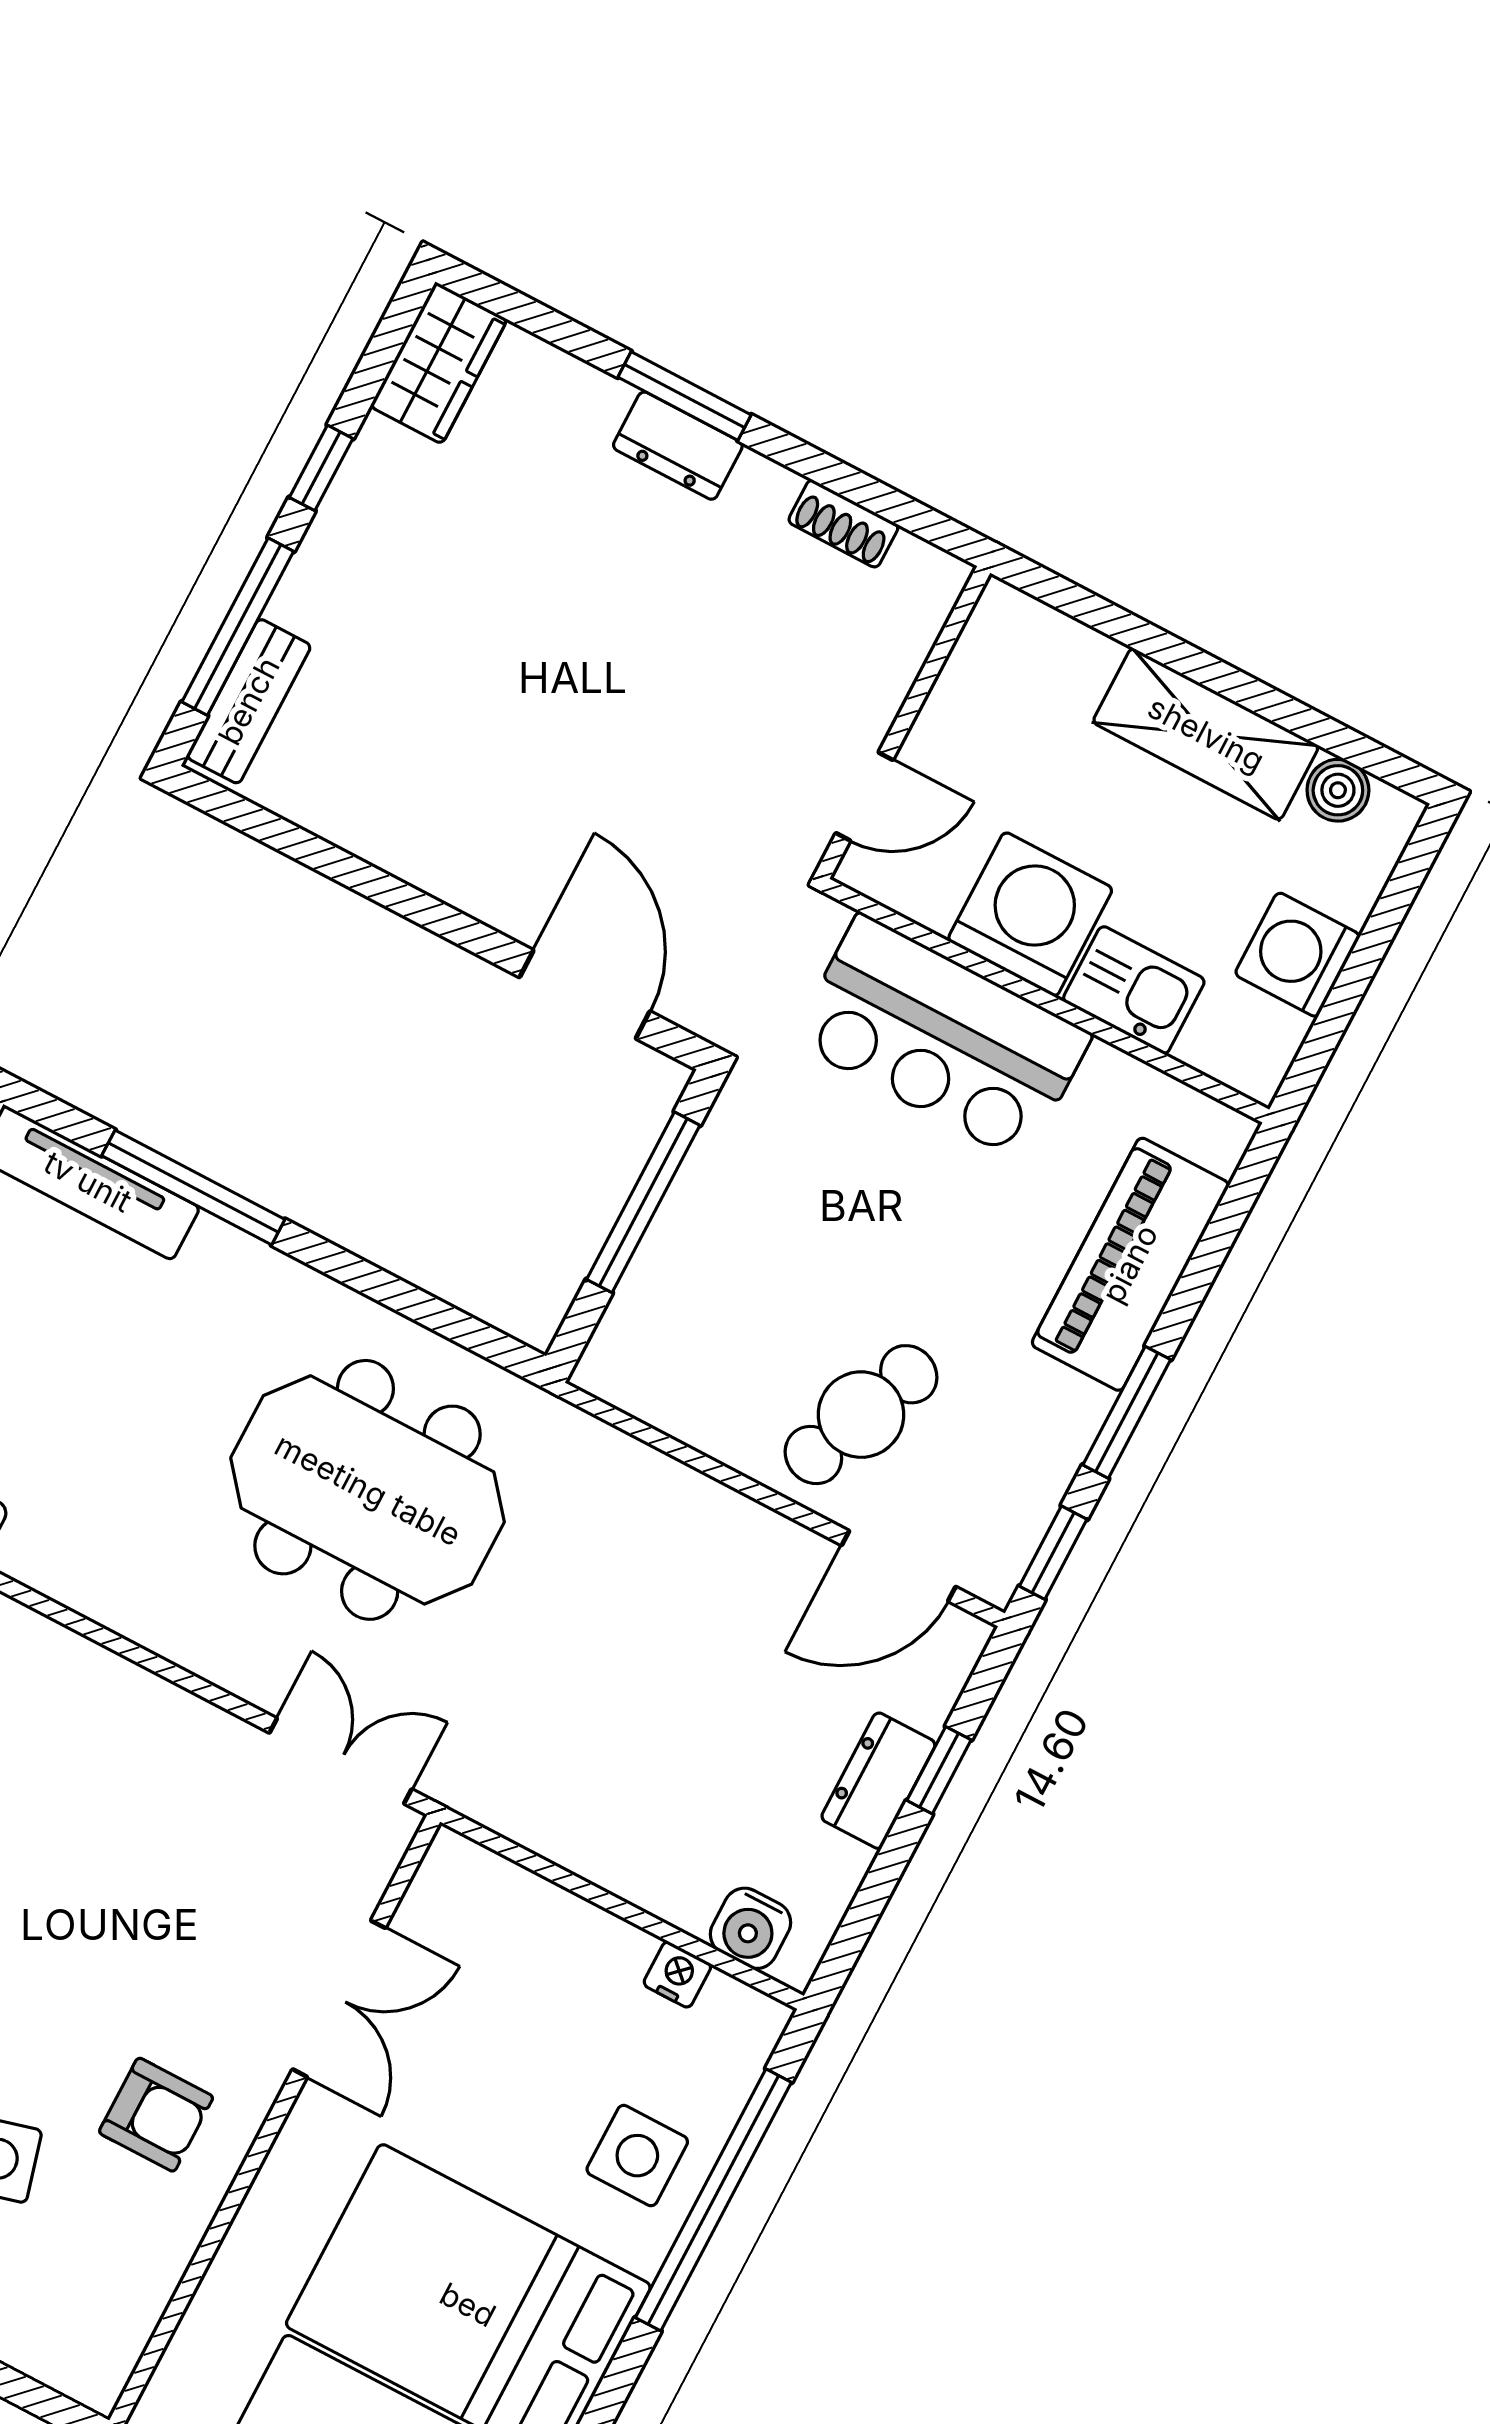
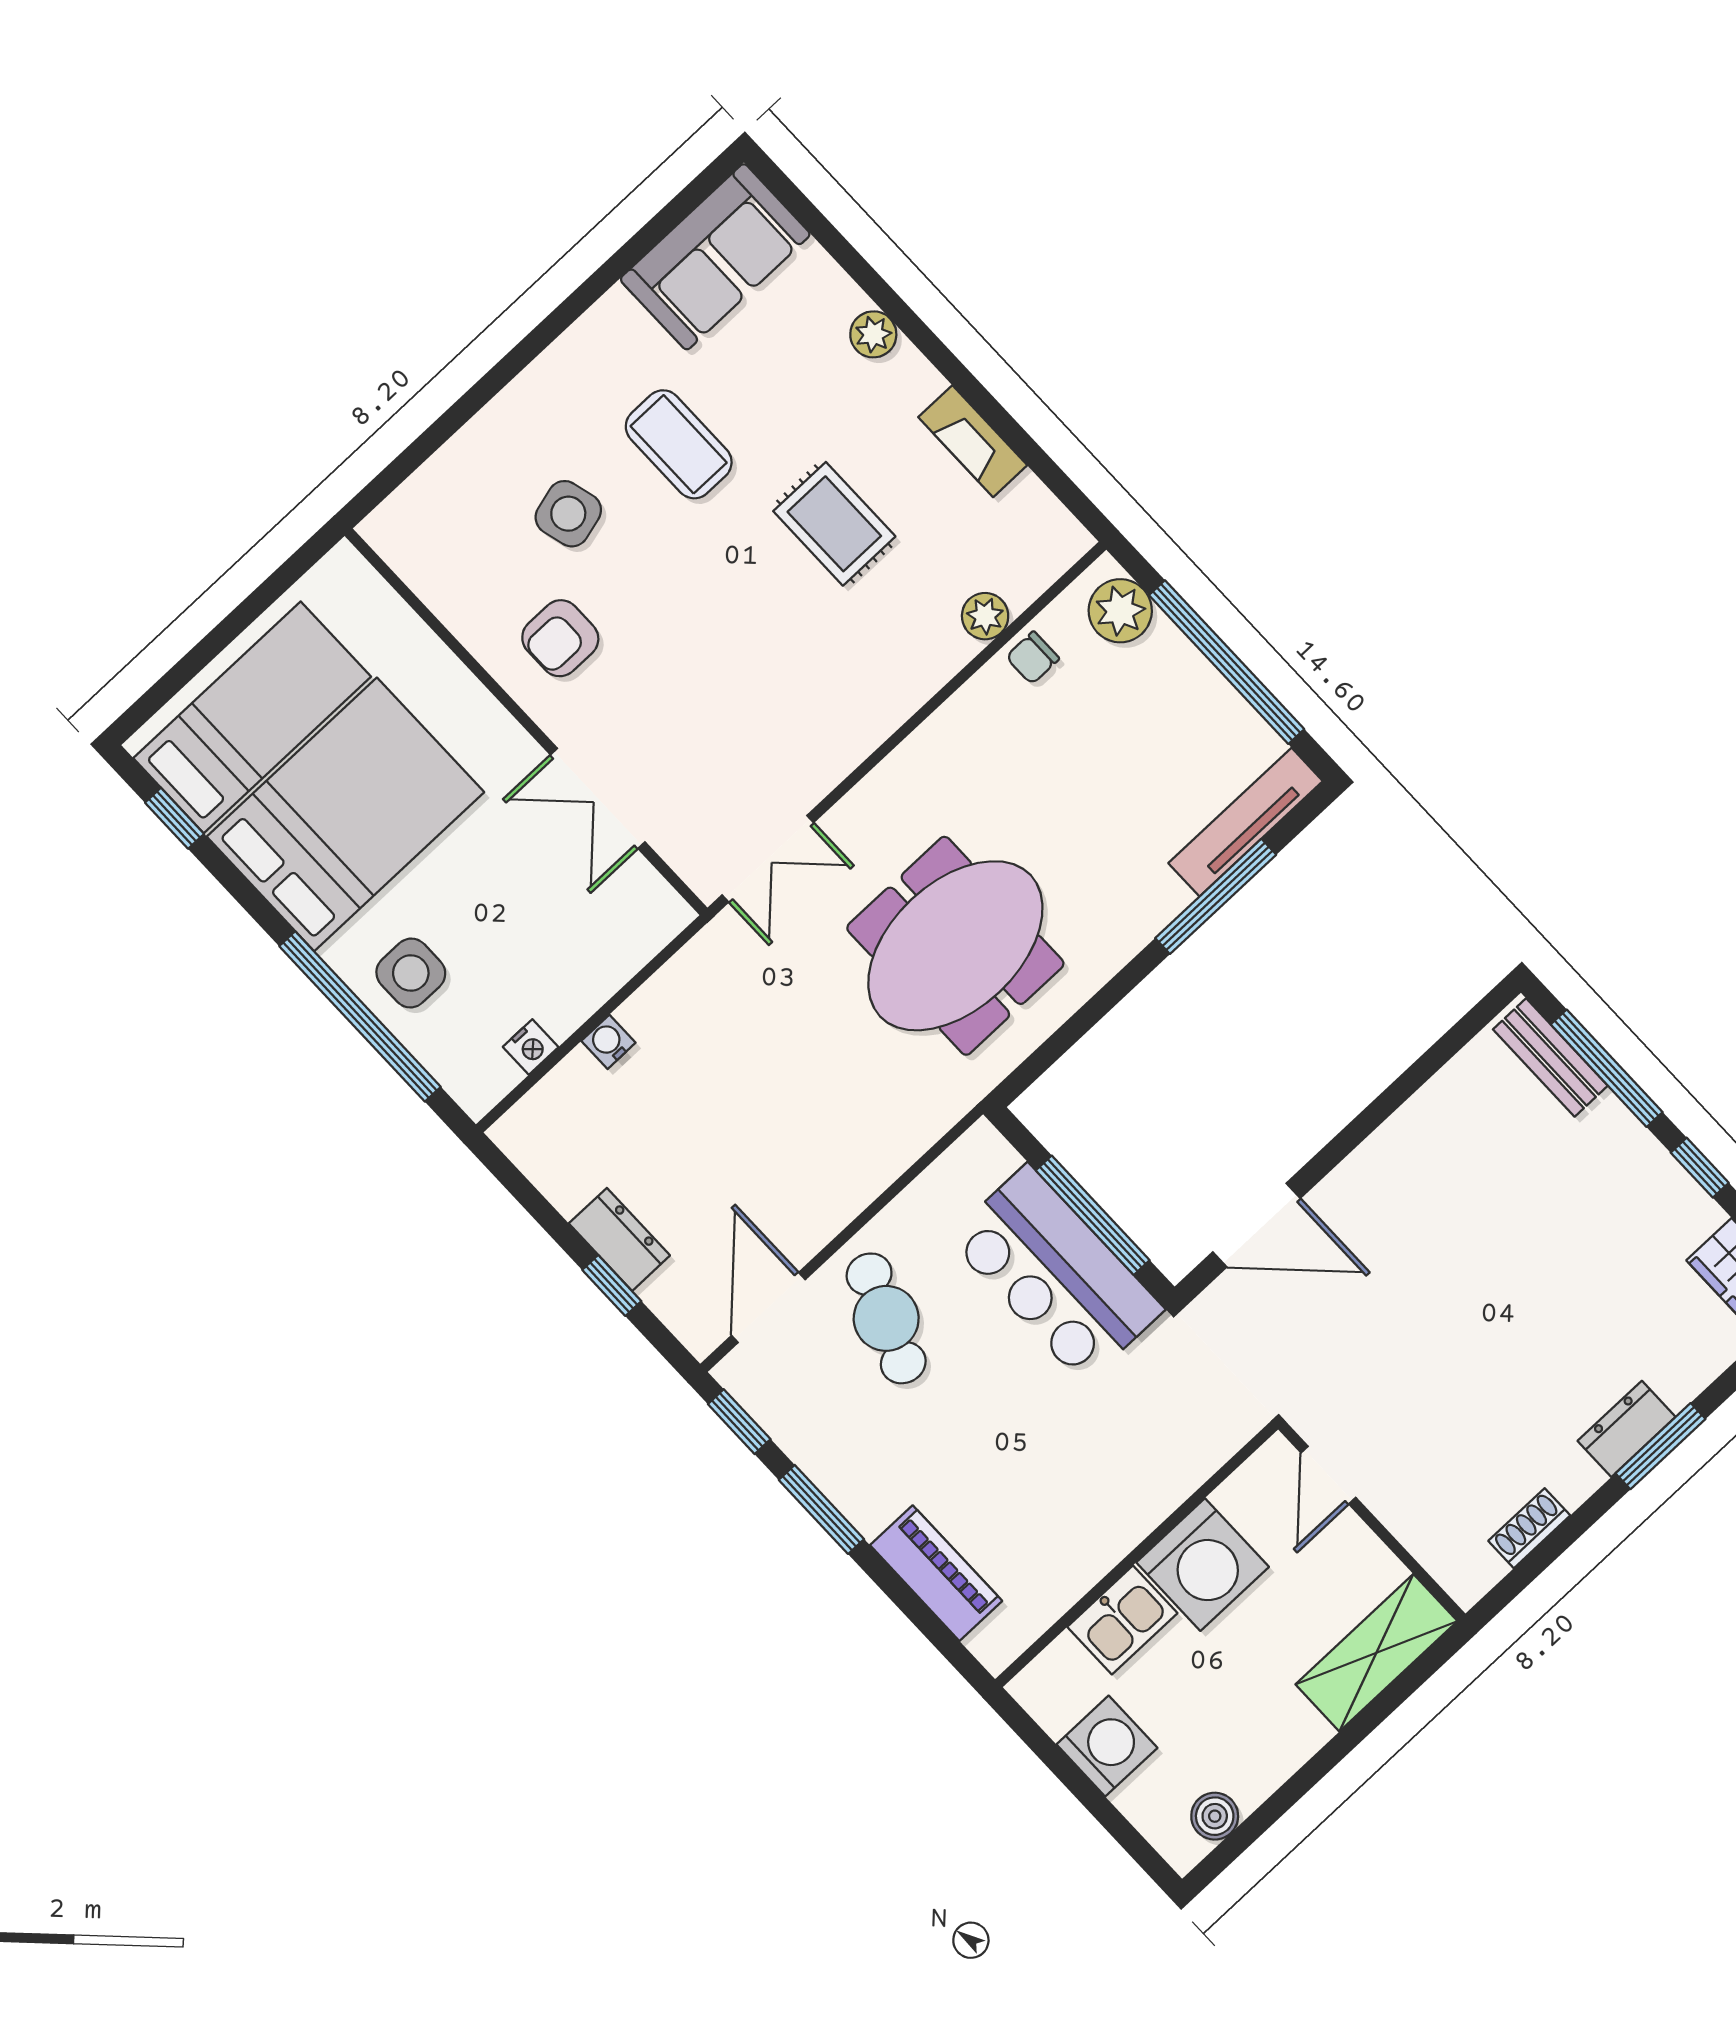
shelving: (1206, 734) -> (1376, 1653), moved
bar counter: (942, 1038) -> (1056, 1274), moved, turned -90
piano: (1130, 1264) -> (936, 1573), width x0.73, depth x0.75
water cooler: (751, 1928) -> (608, 1042), moved, width x0.72, depth x0.72

